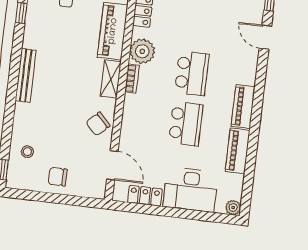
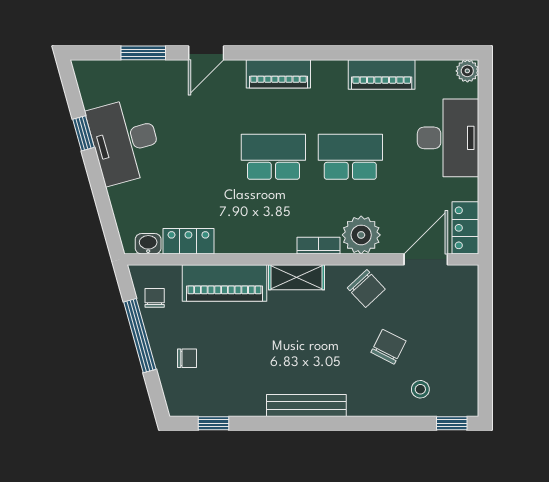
plant: (142, 51) -> (361, 235), moved
bookcase: (132, 78) -> (319, 246), moved
piano: (243, 107) -> (278, 74), moved
chair: (58, 177) -> (388, 347), moved, turned -153
locker: (145, 196) -> (465, 228), moved

